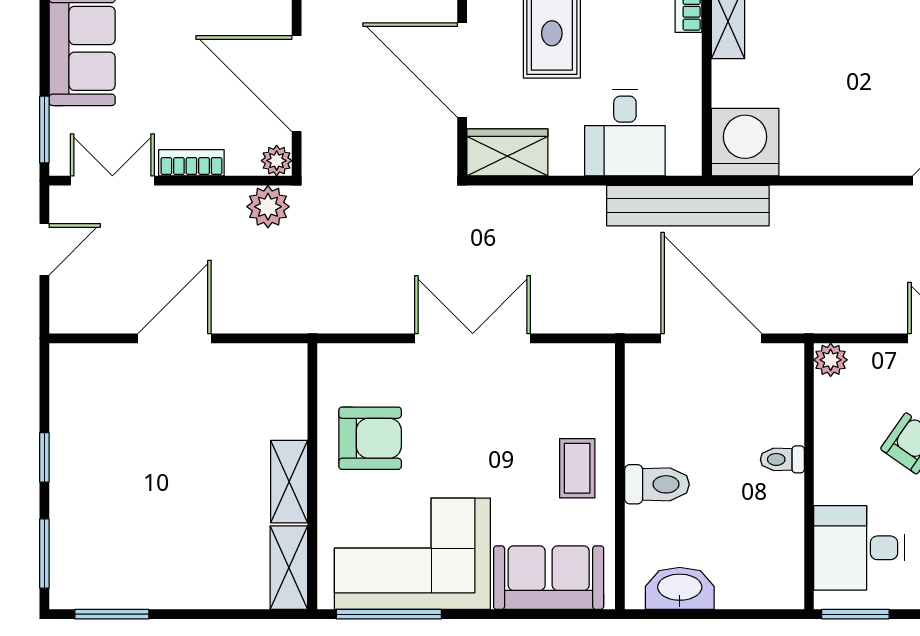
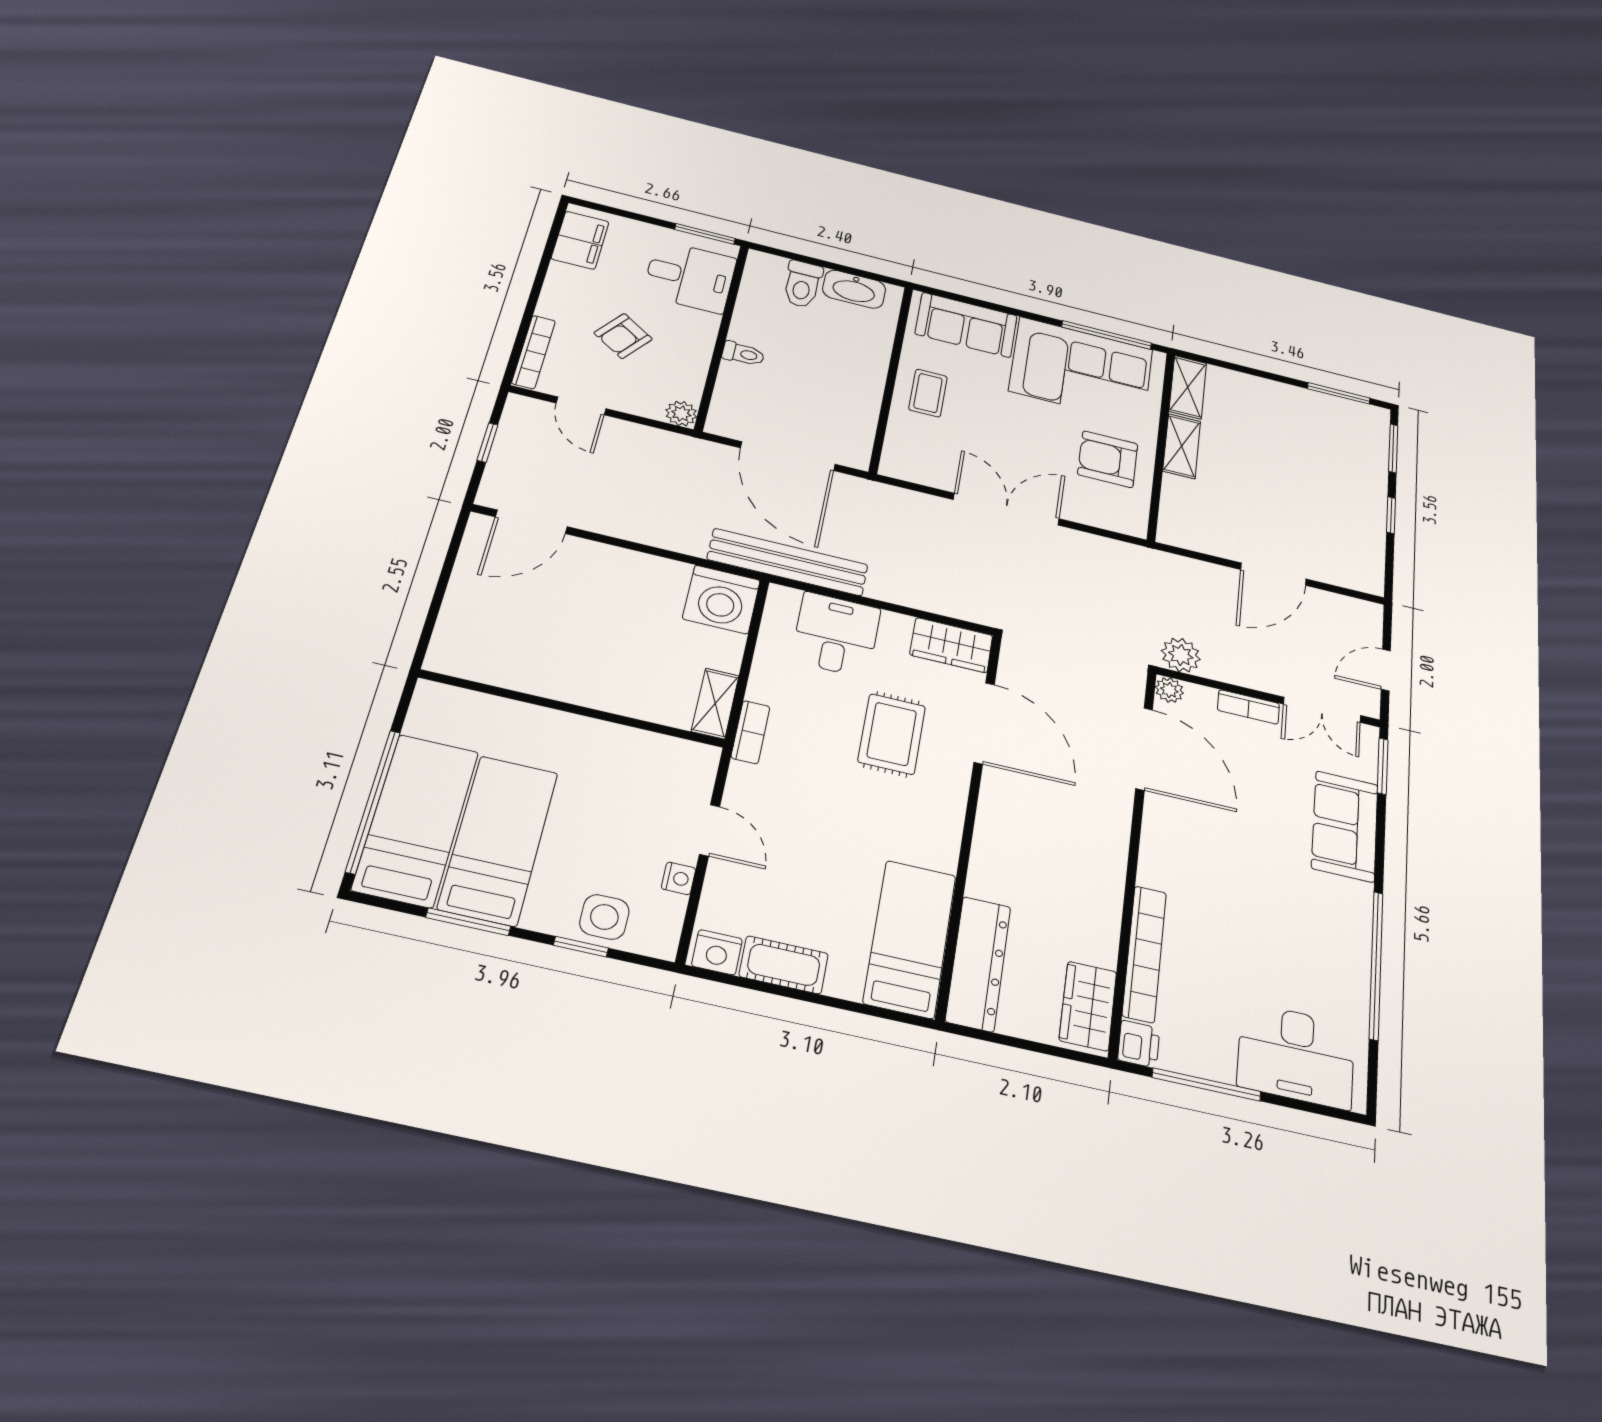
double door: (473, 338) -> (1006, 509), swing flipped
toilet: (657, 484) -> (802, 284), moved, turned -90

